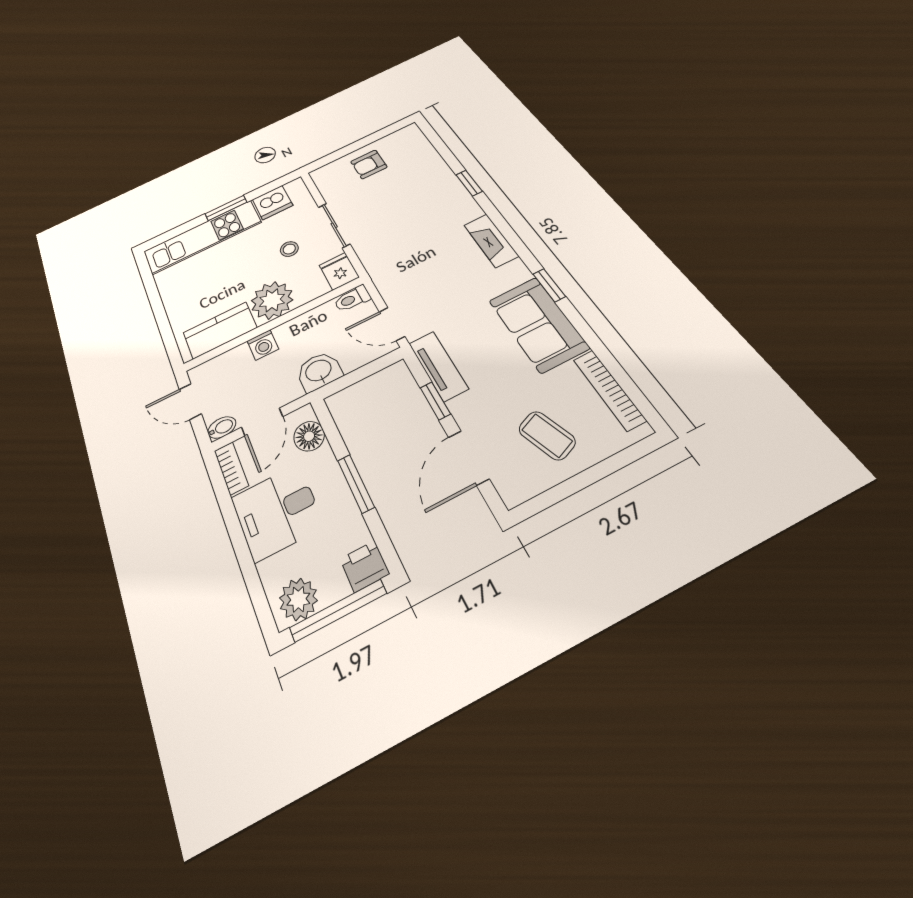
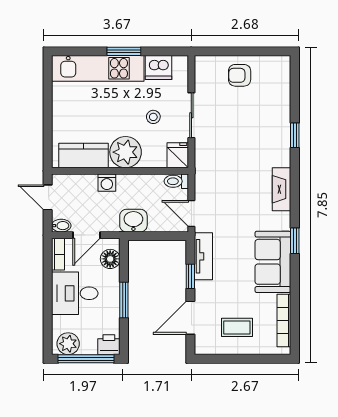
coffee table: (547, 435) -> (237, 327), turned -69

